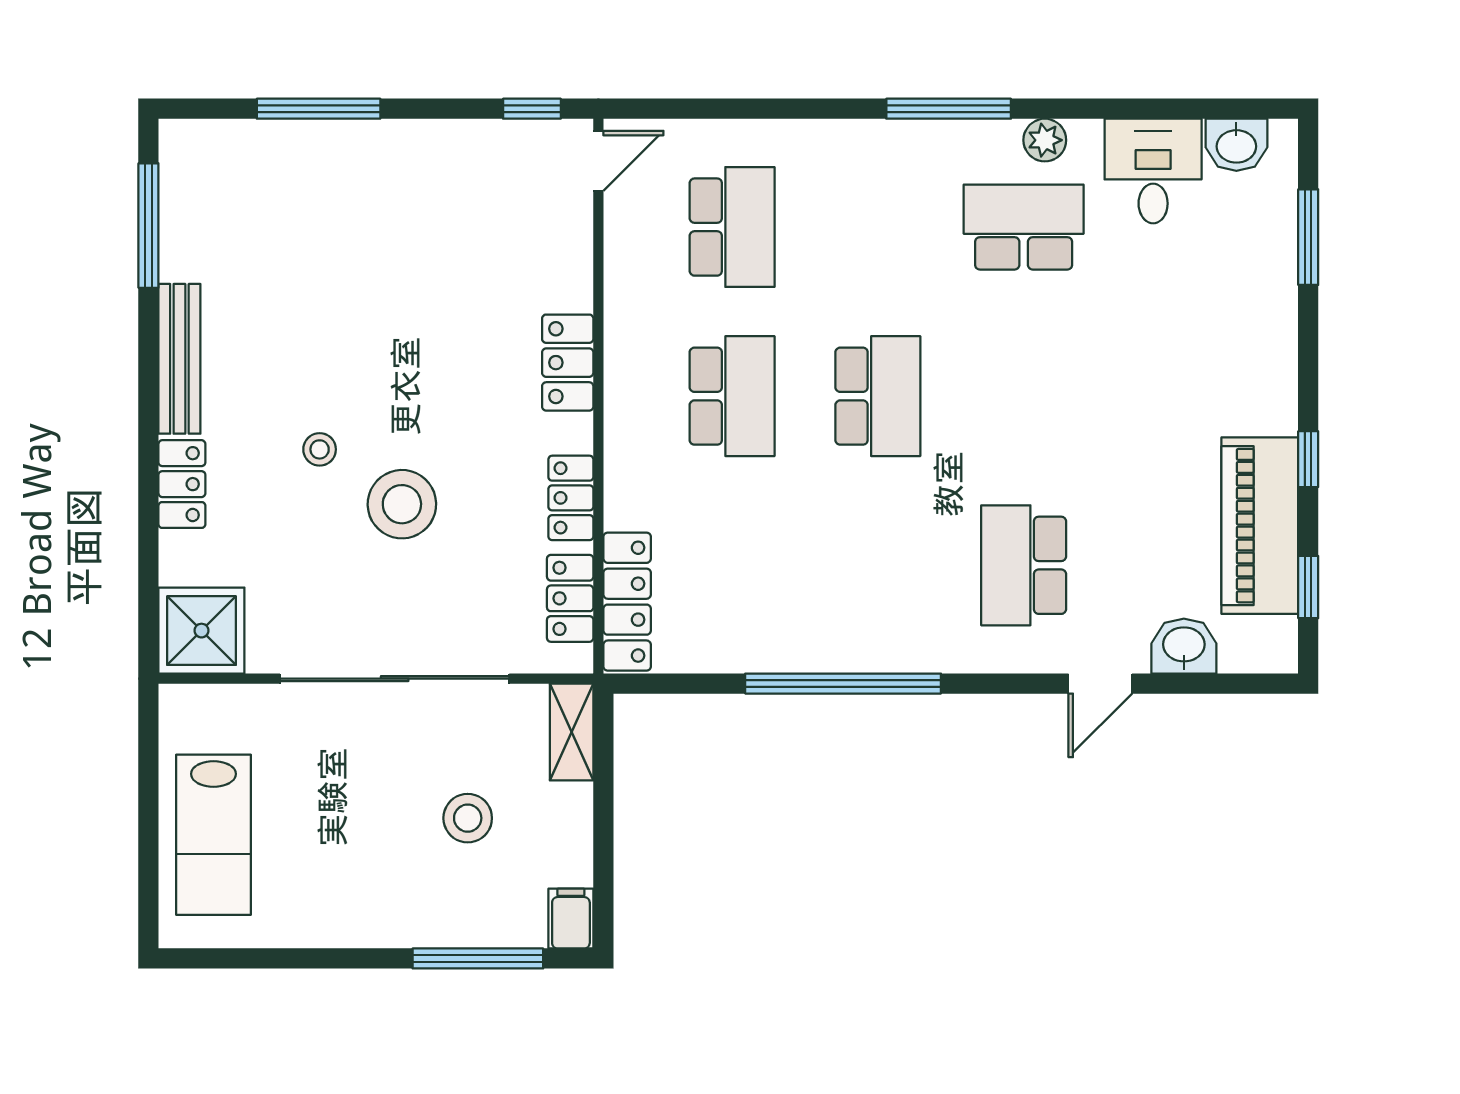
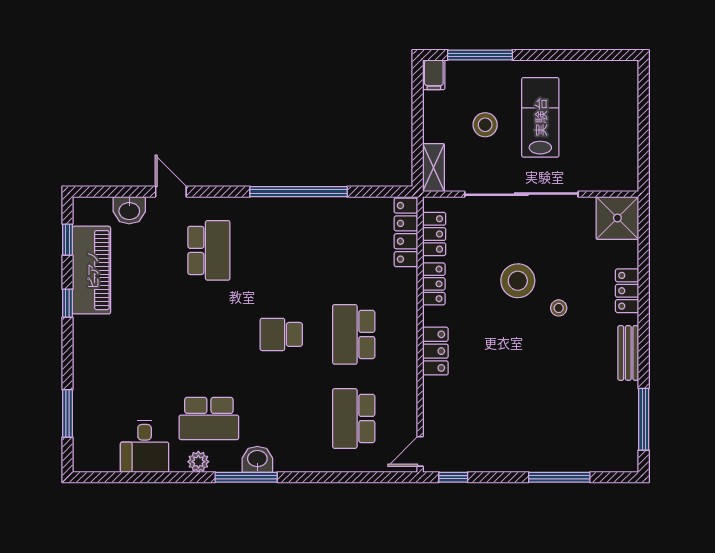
washbasin: (1236, 145) -> (257, 459), moved
bench: (179, 359) -> (628, 353), width x0.73
school desk: (878, 396) -> (281, 334), width x0.54
door: (1100, 684) -> (171, 192), hinge flipped
lab bench: (214, 835) -> (540, 117), moved

